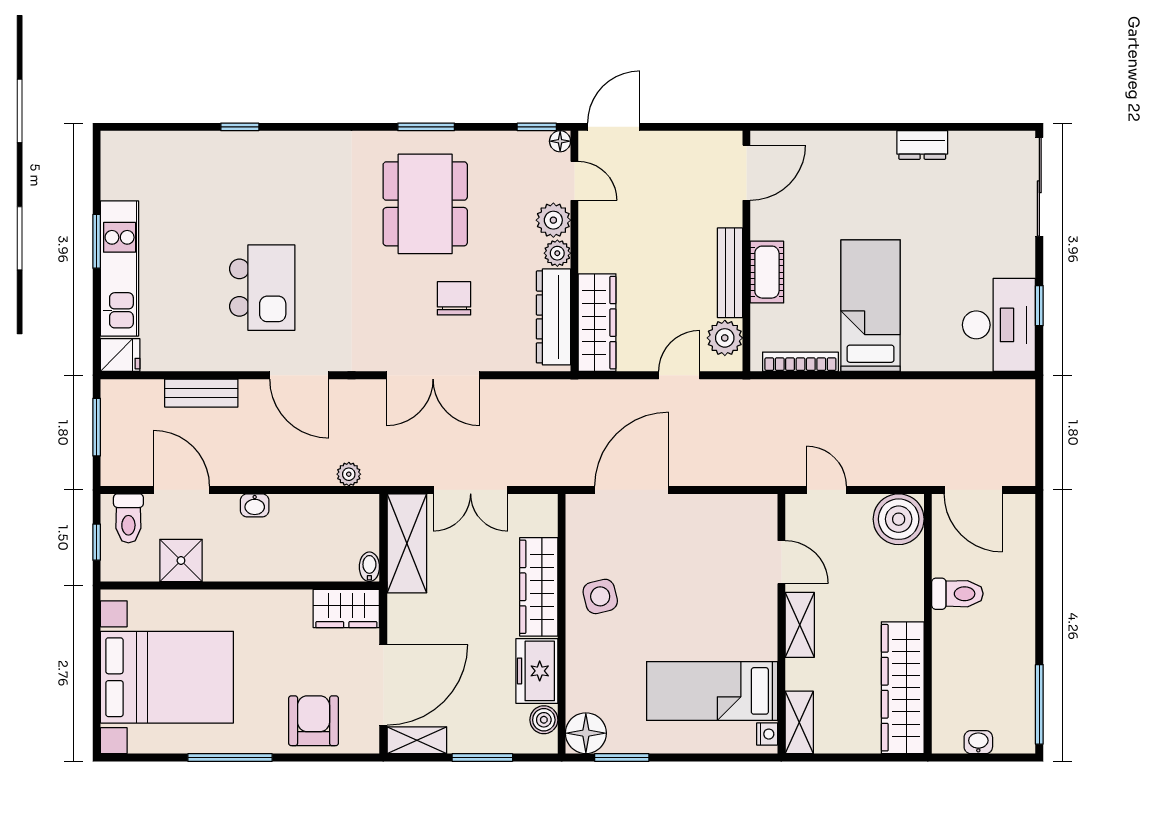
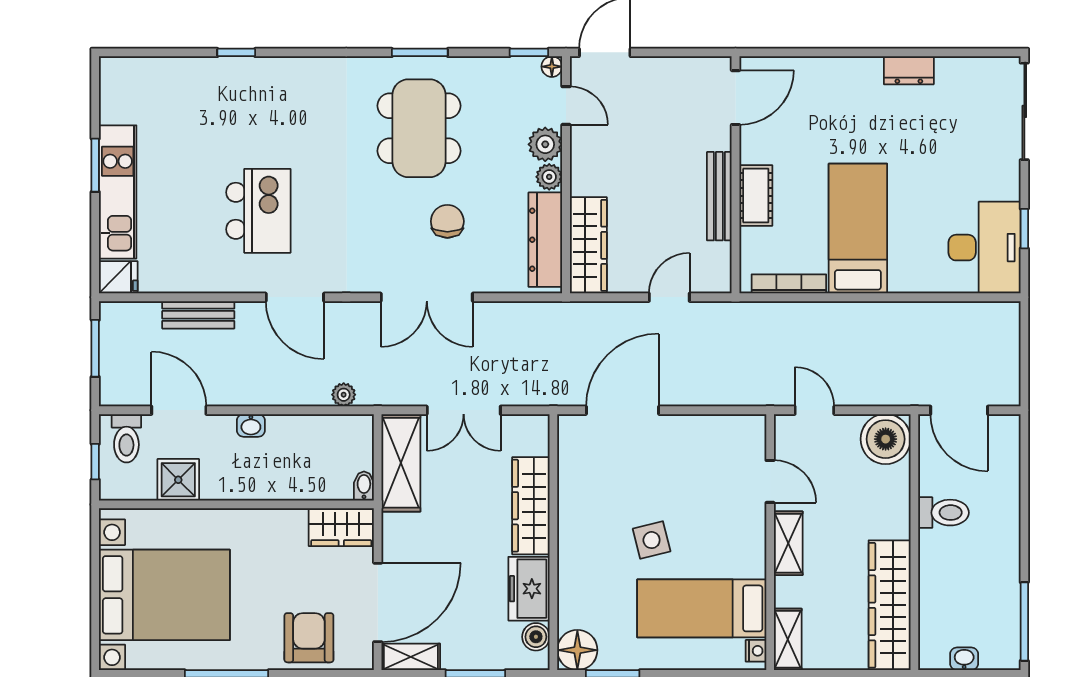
plant: (725, 338) -> (714, 260), removed
side table: (600, 596) -> (652, 540), moved

